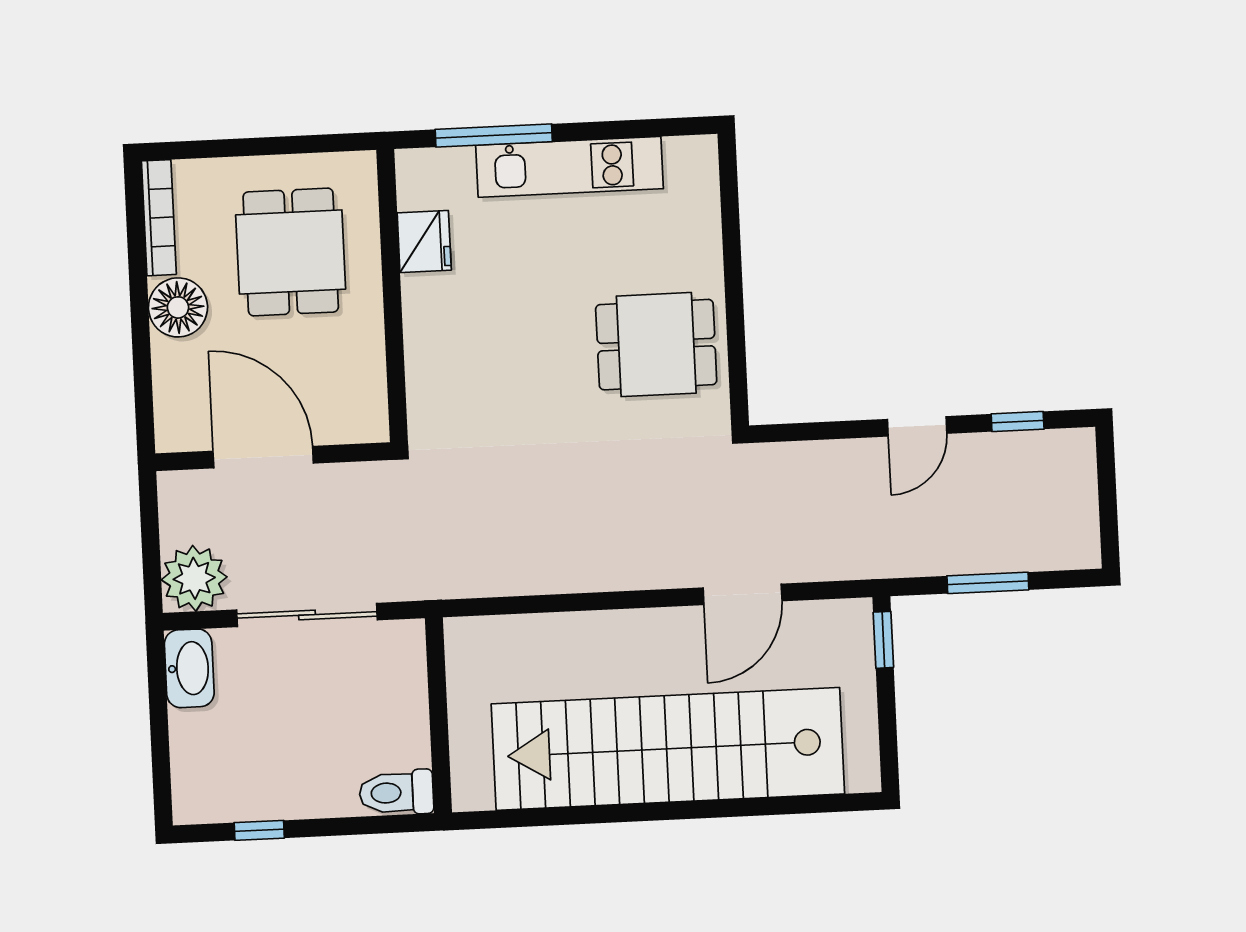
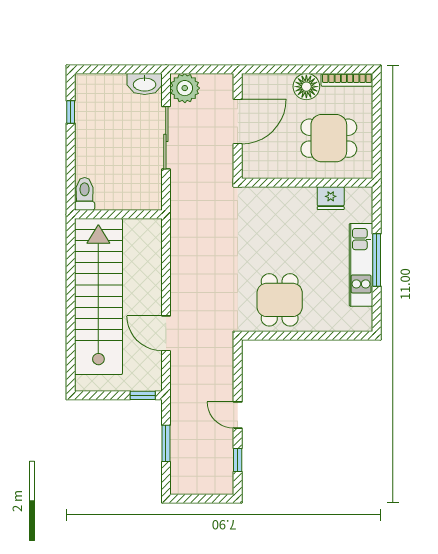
window: (494, 135) -> (377, 260), moved
wall: (438, 715) -> (118, 214), moved
toilet: (396, 793) -> (85, 194), moved

